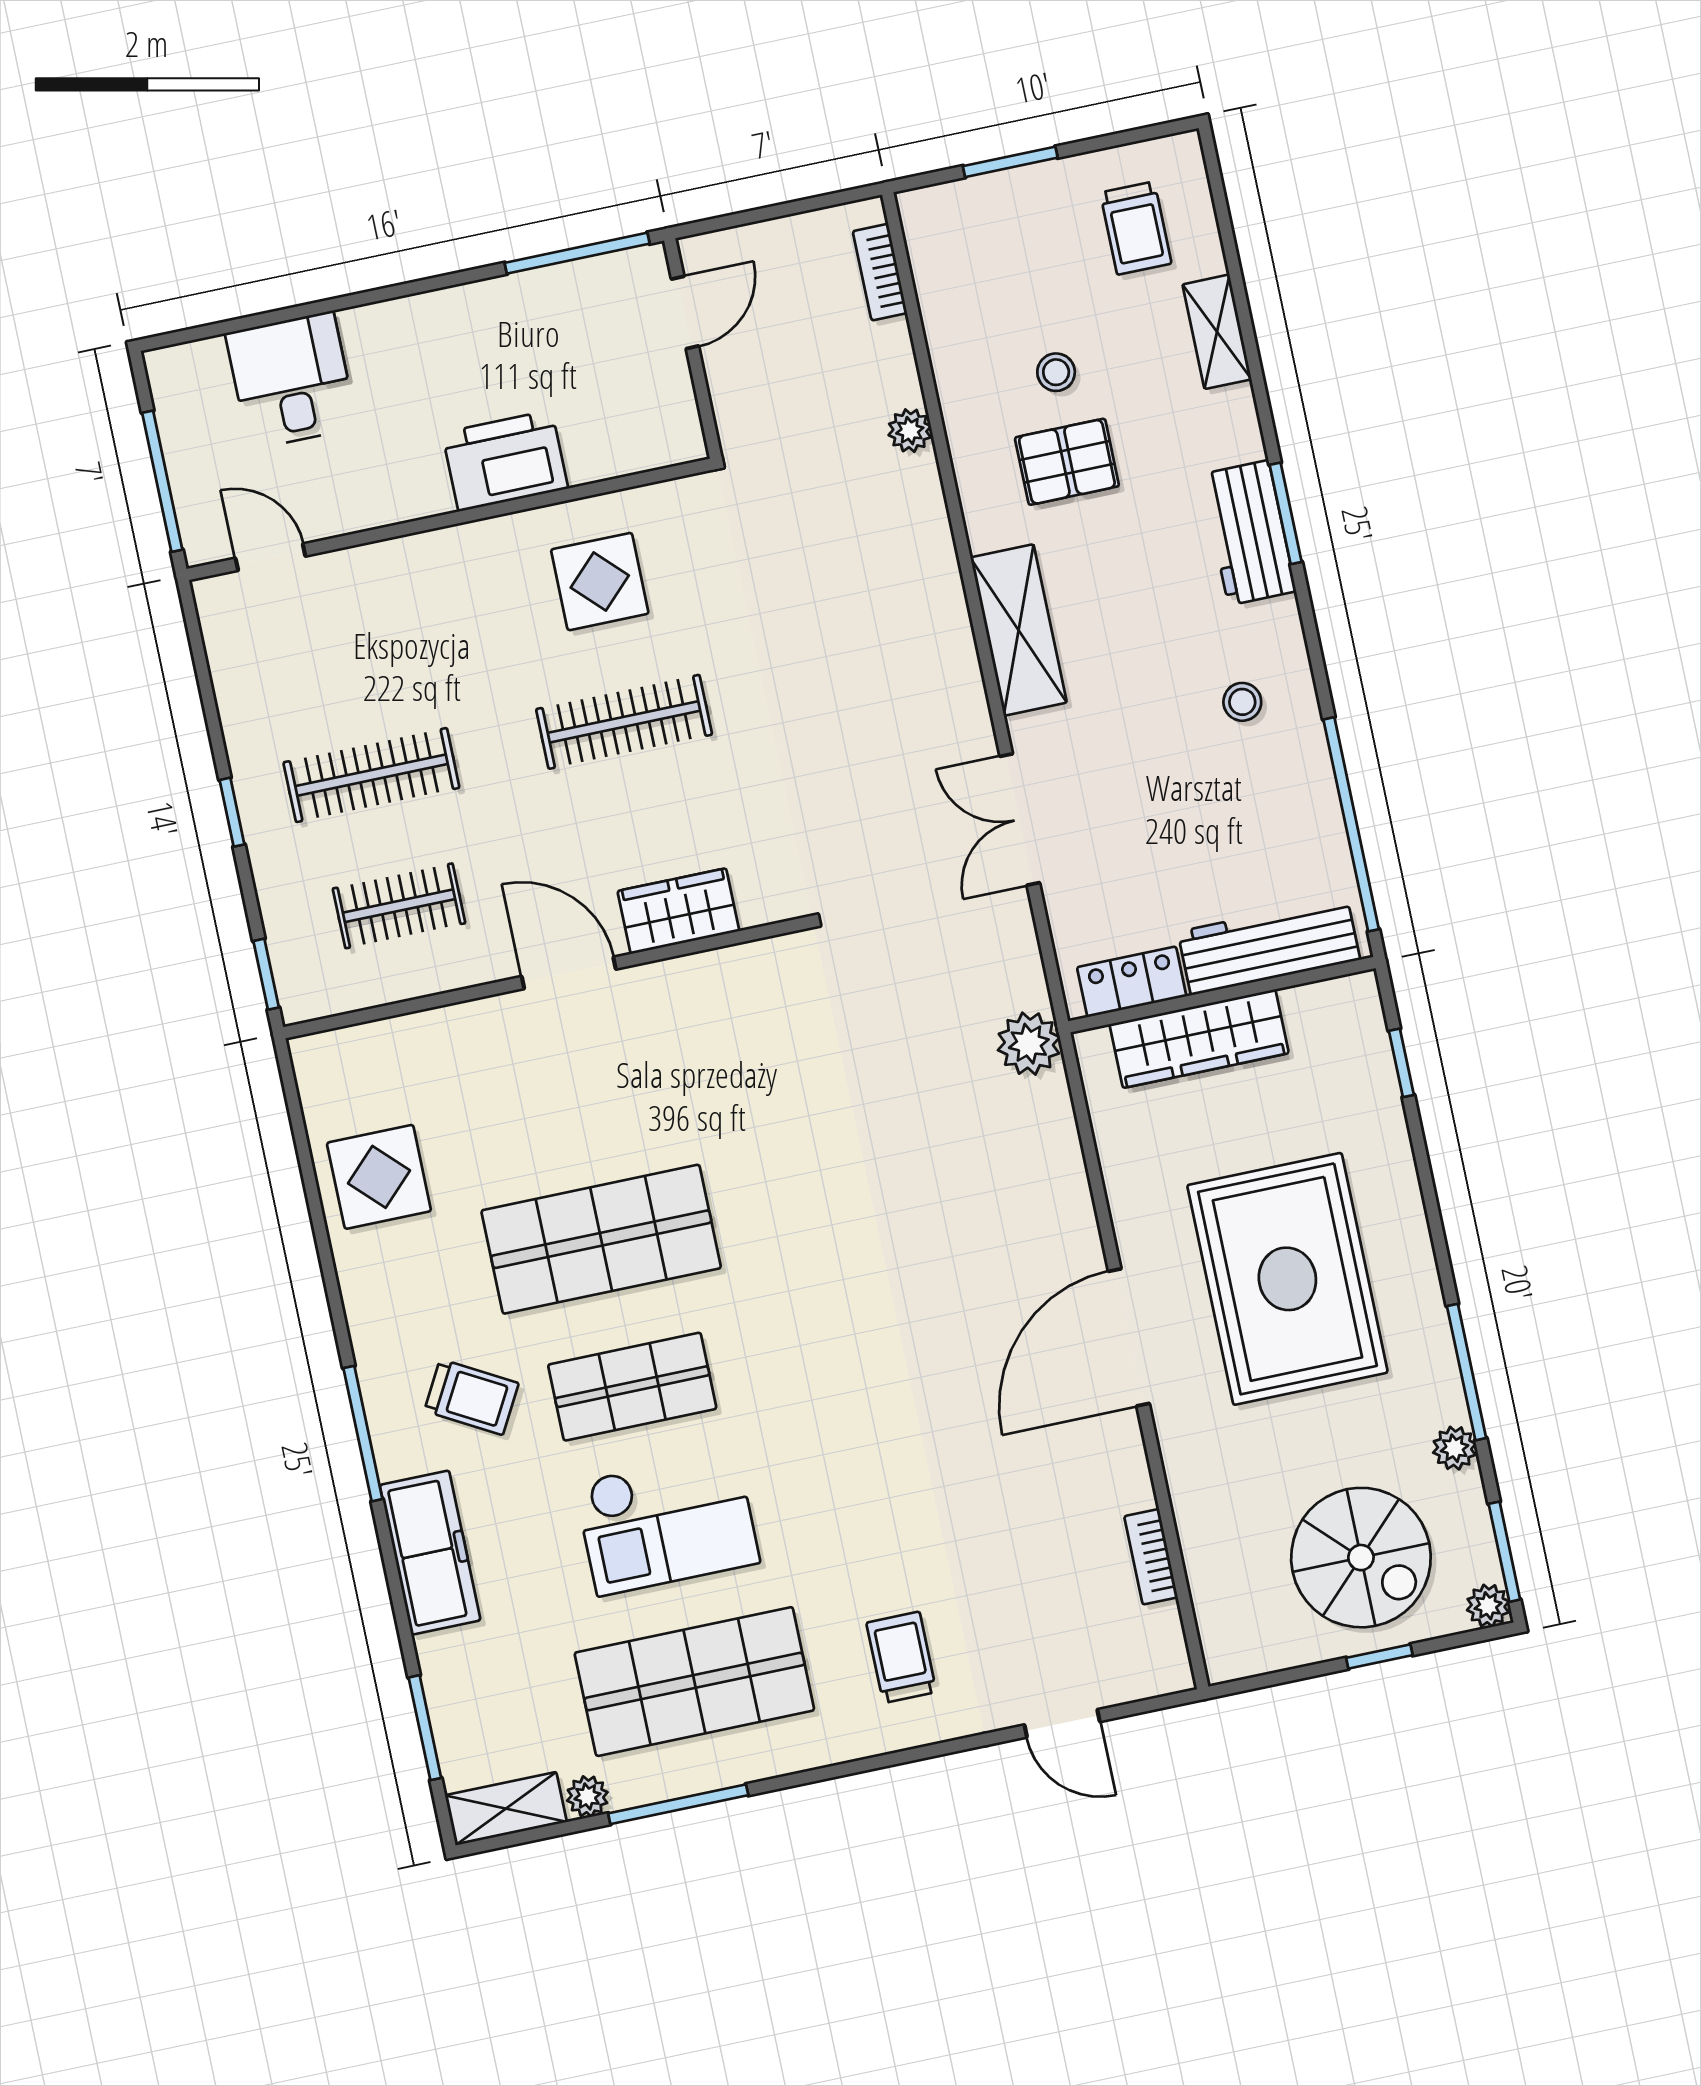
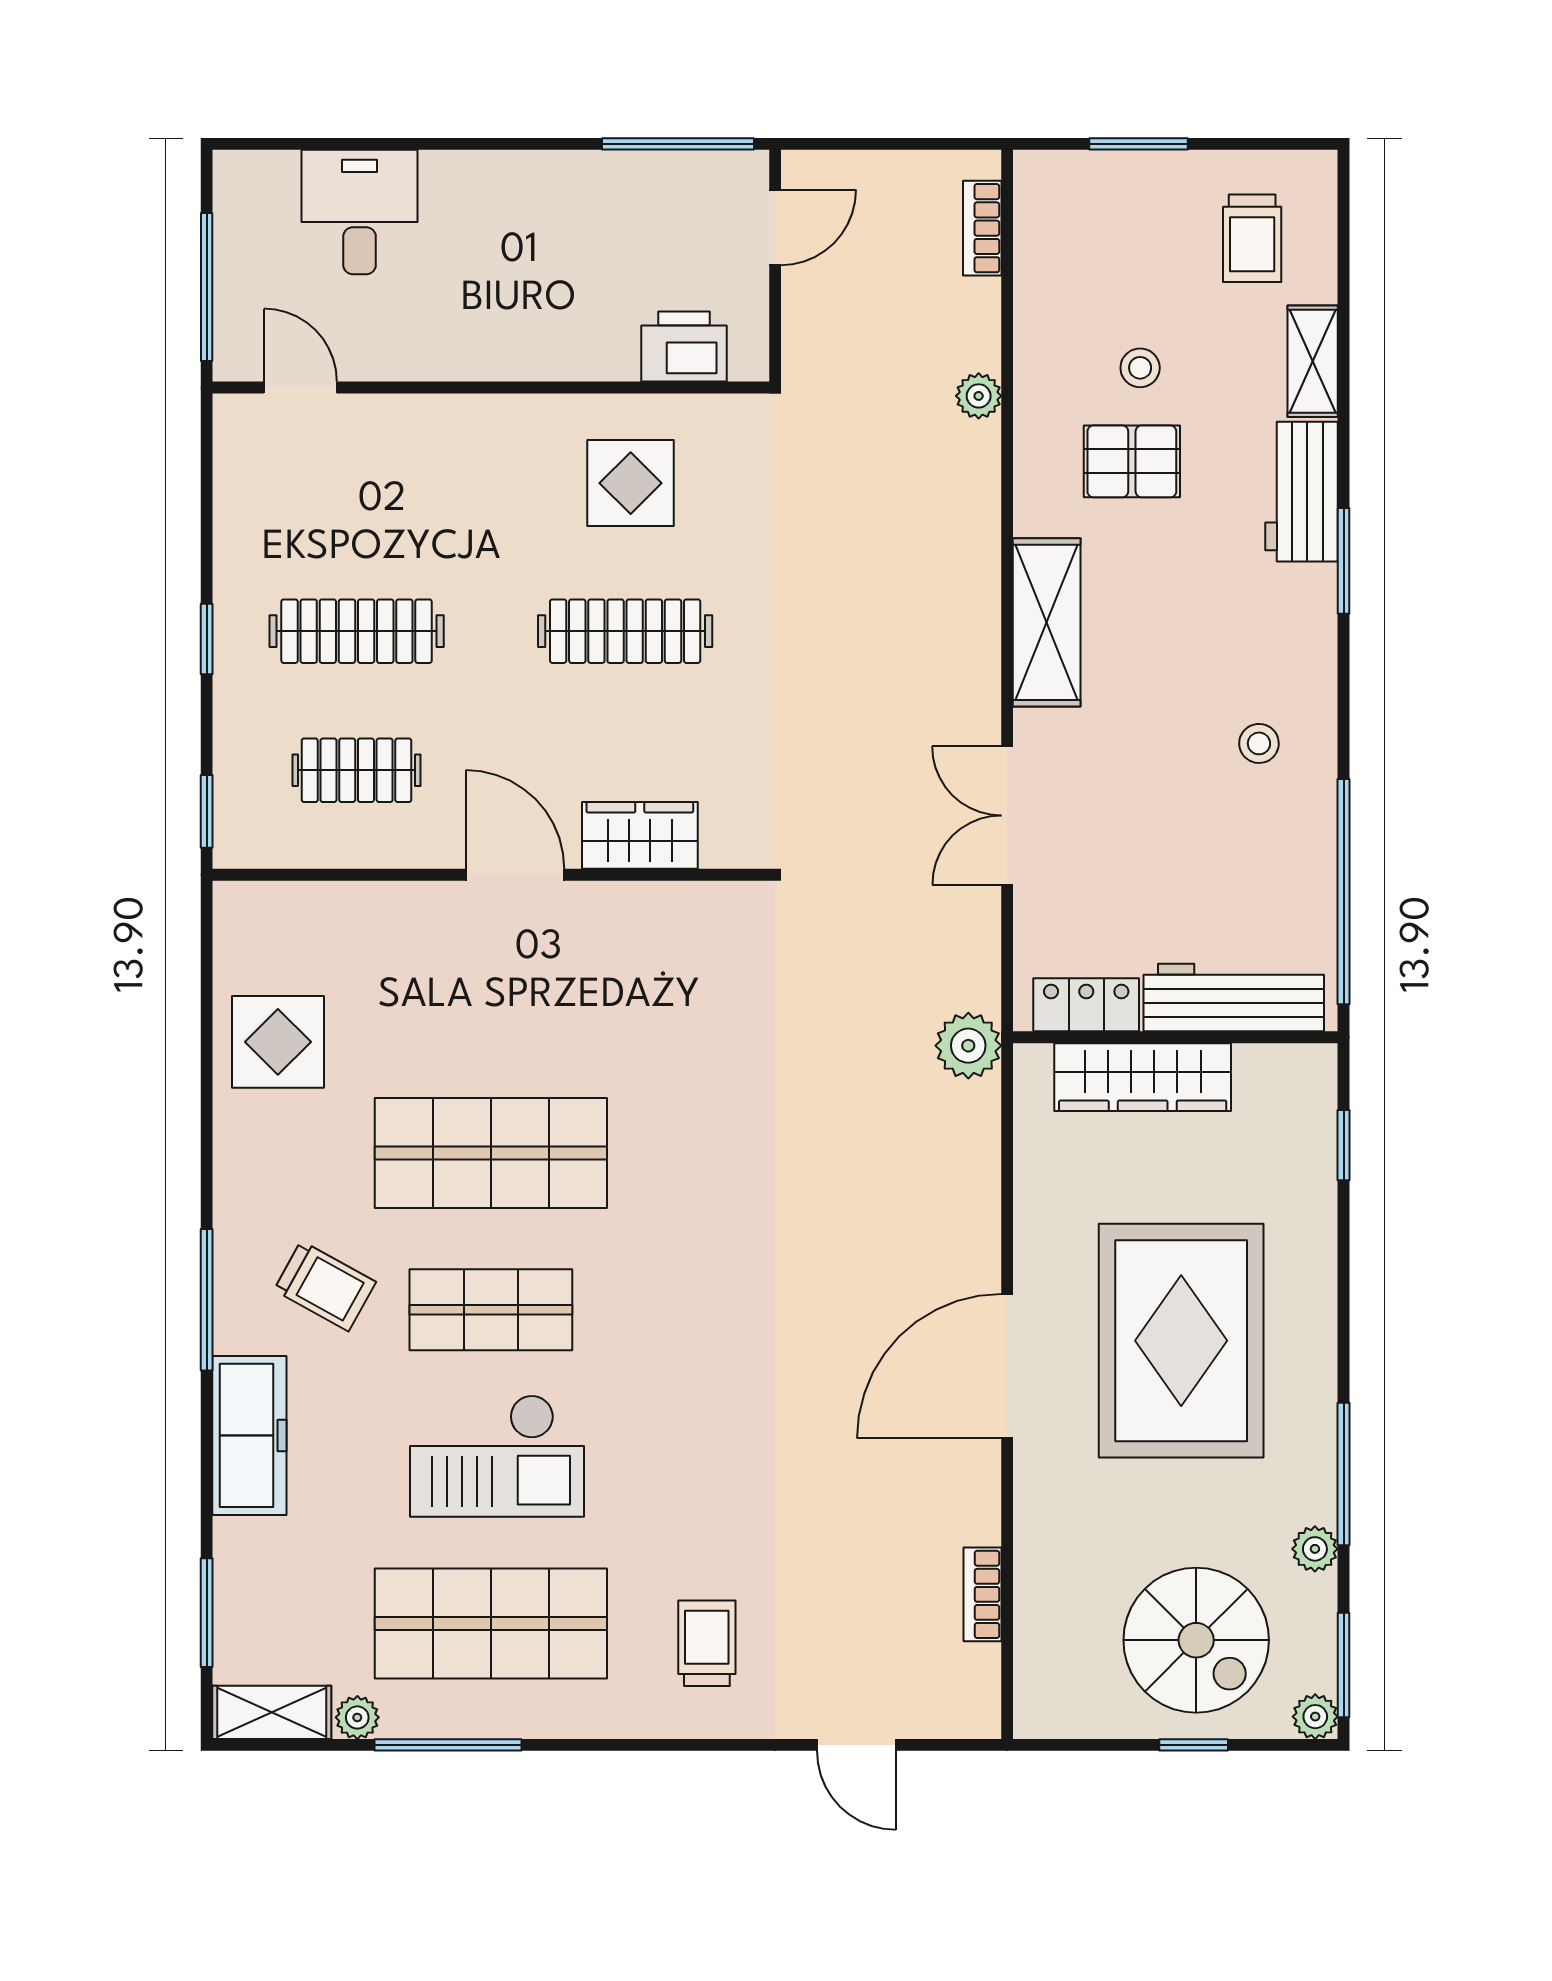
printer: (505, 461) -> (684, 347), moved, width x0.73, depth x0.84
workbench: (1249, 533) -> (1302, 492), moved

